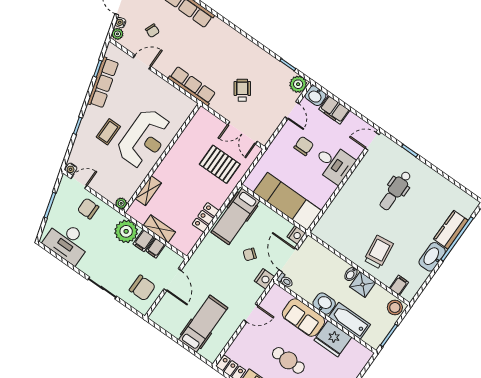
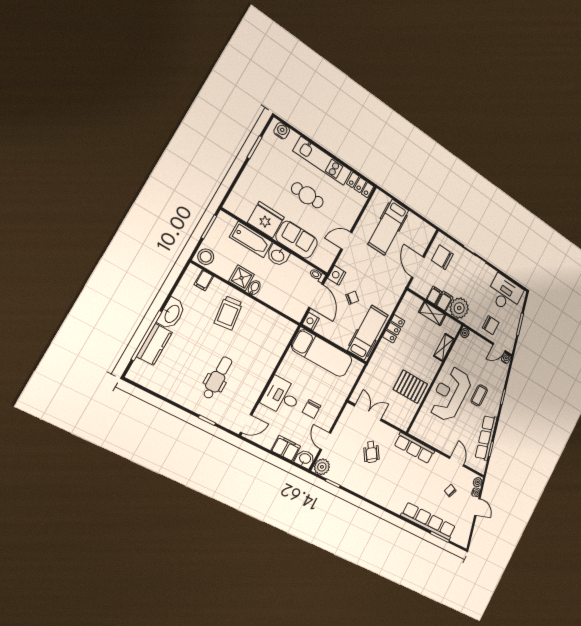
door: (142, 62) -> (457, 462), swing flipped
pallet: (220, 164) -> (410, 387), moved

